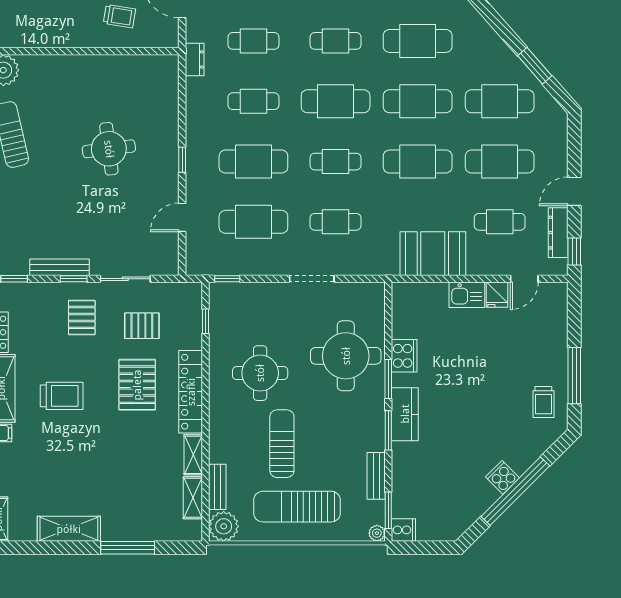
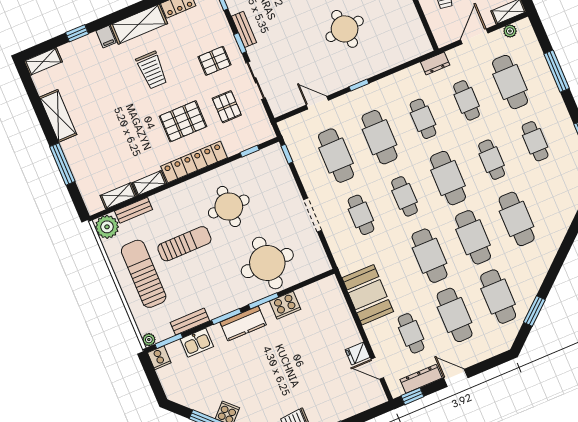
bench: (59, 267) -> (244, 29), width x0.73
kitchen sink: (467, 295) -> (197, 343), moved, turned -90

